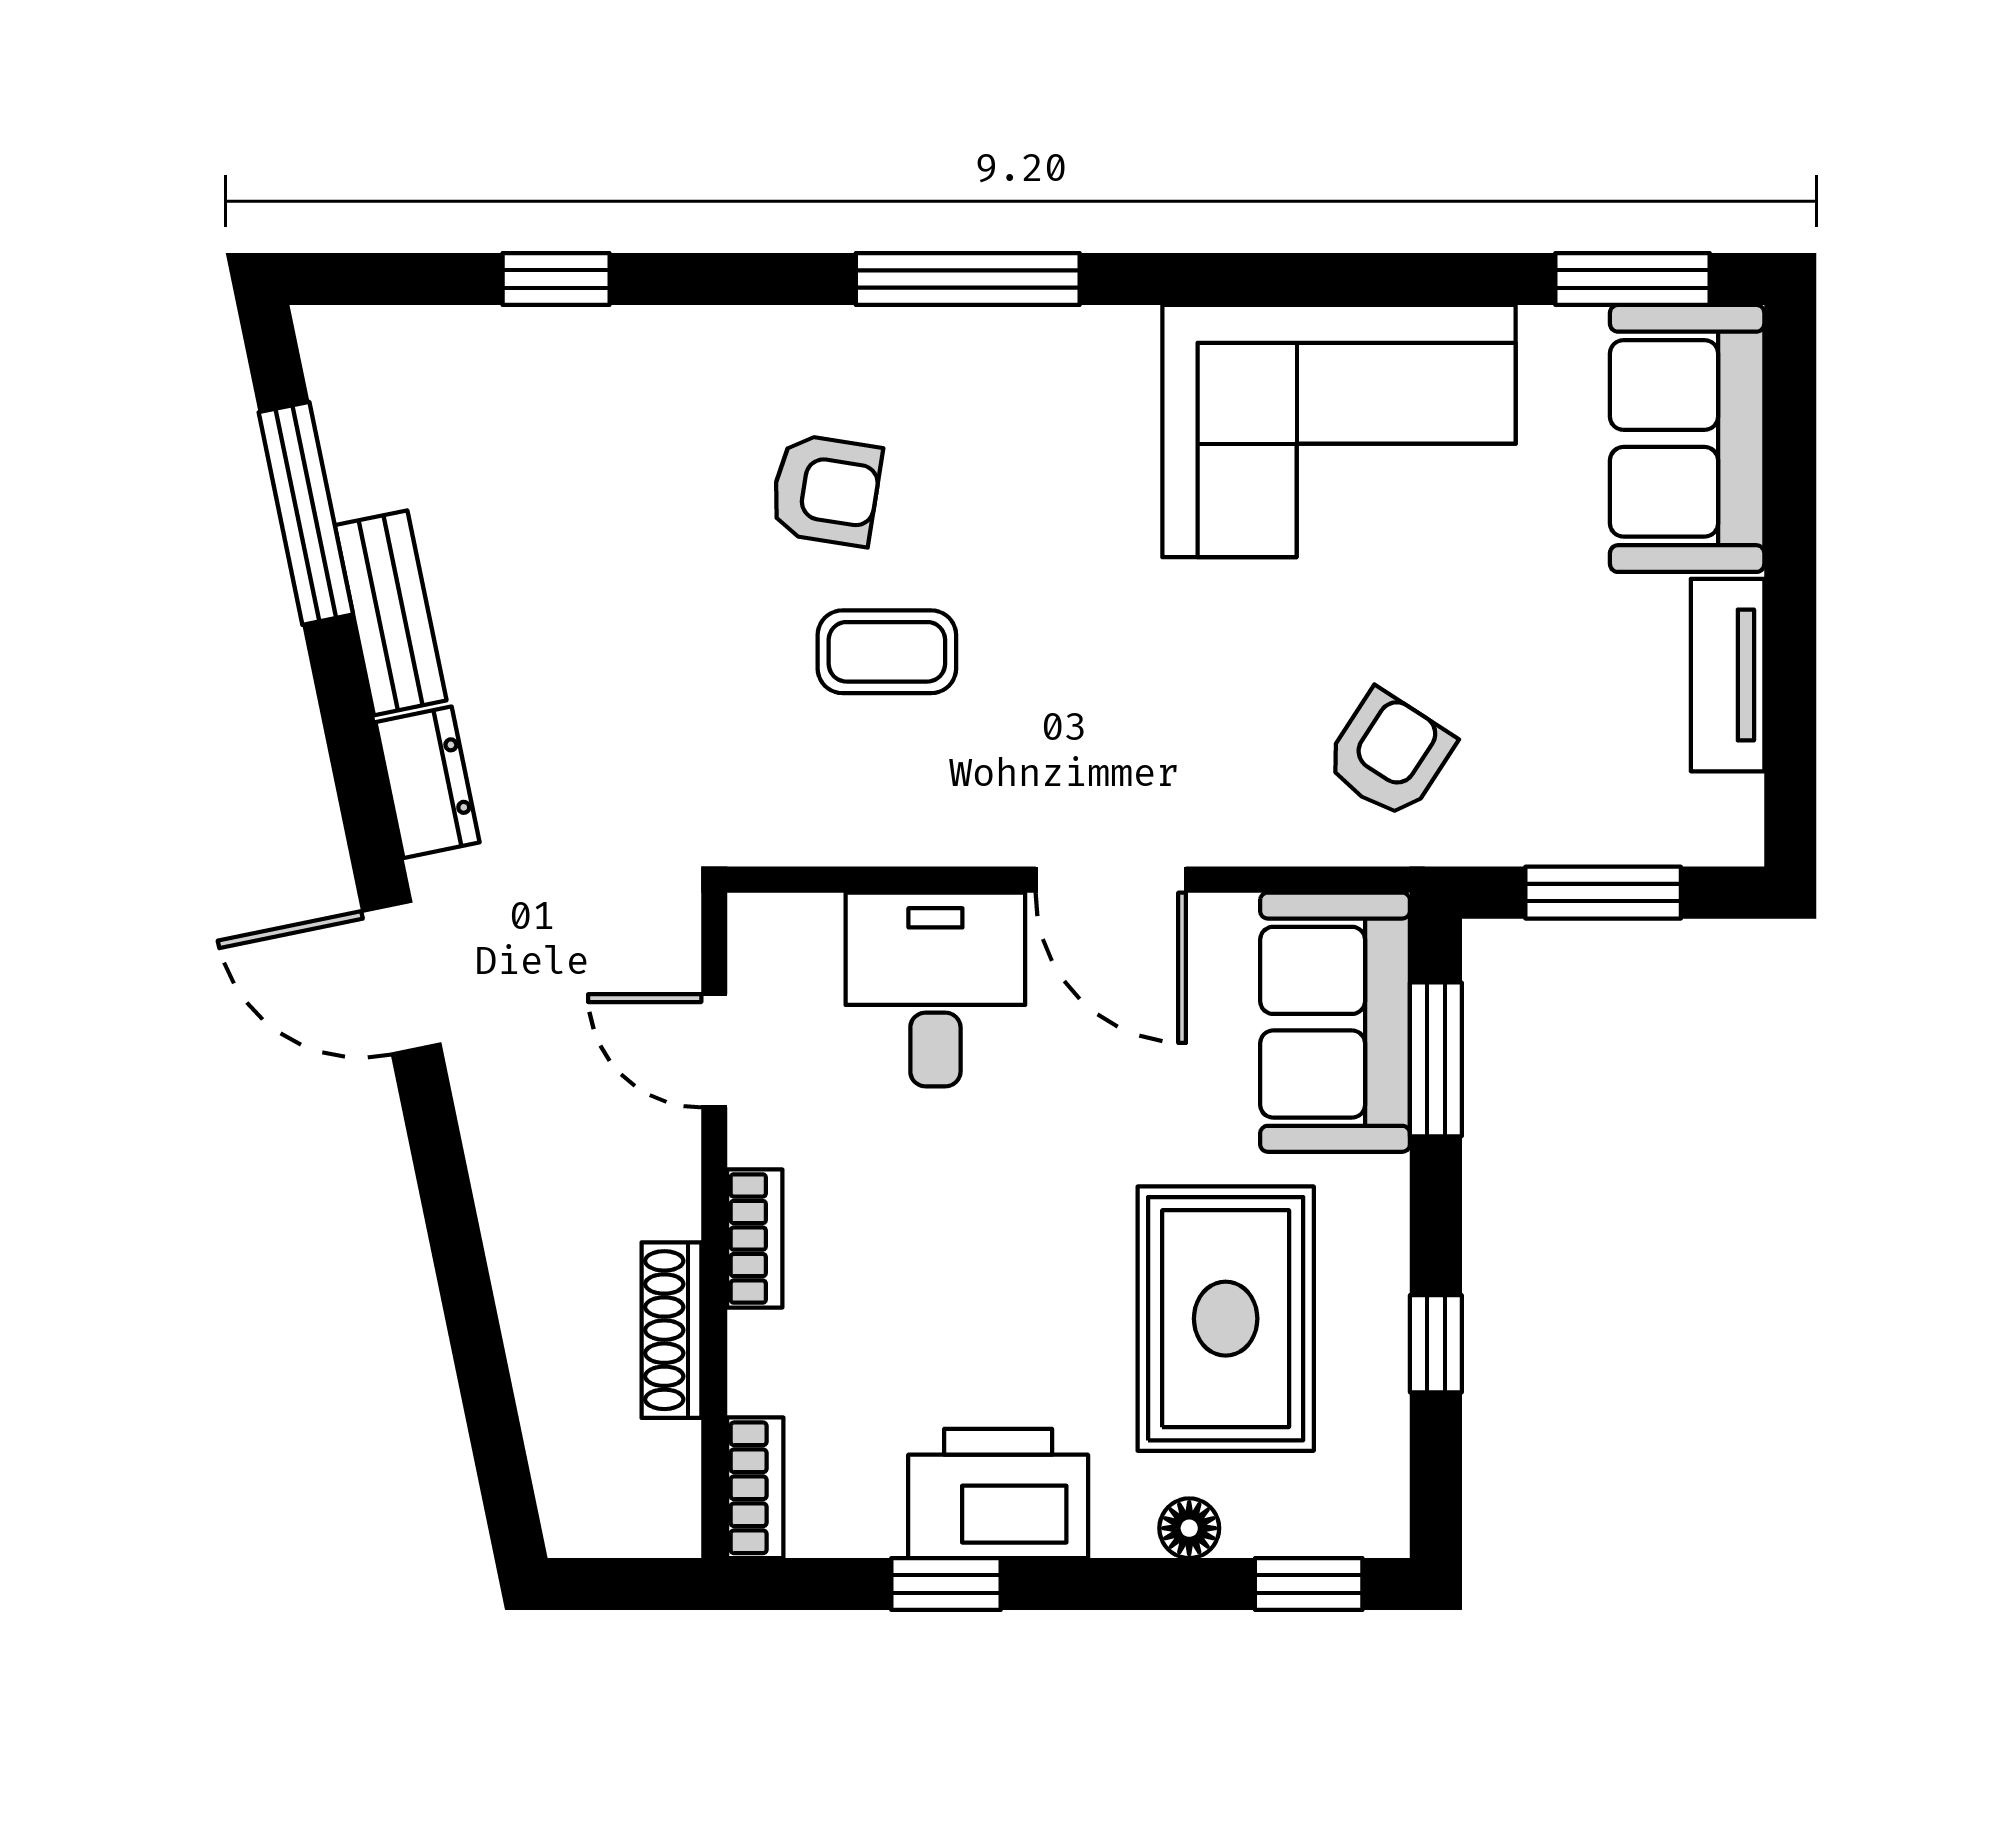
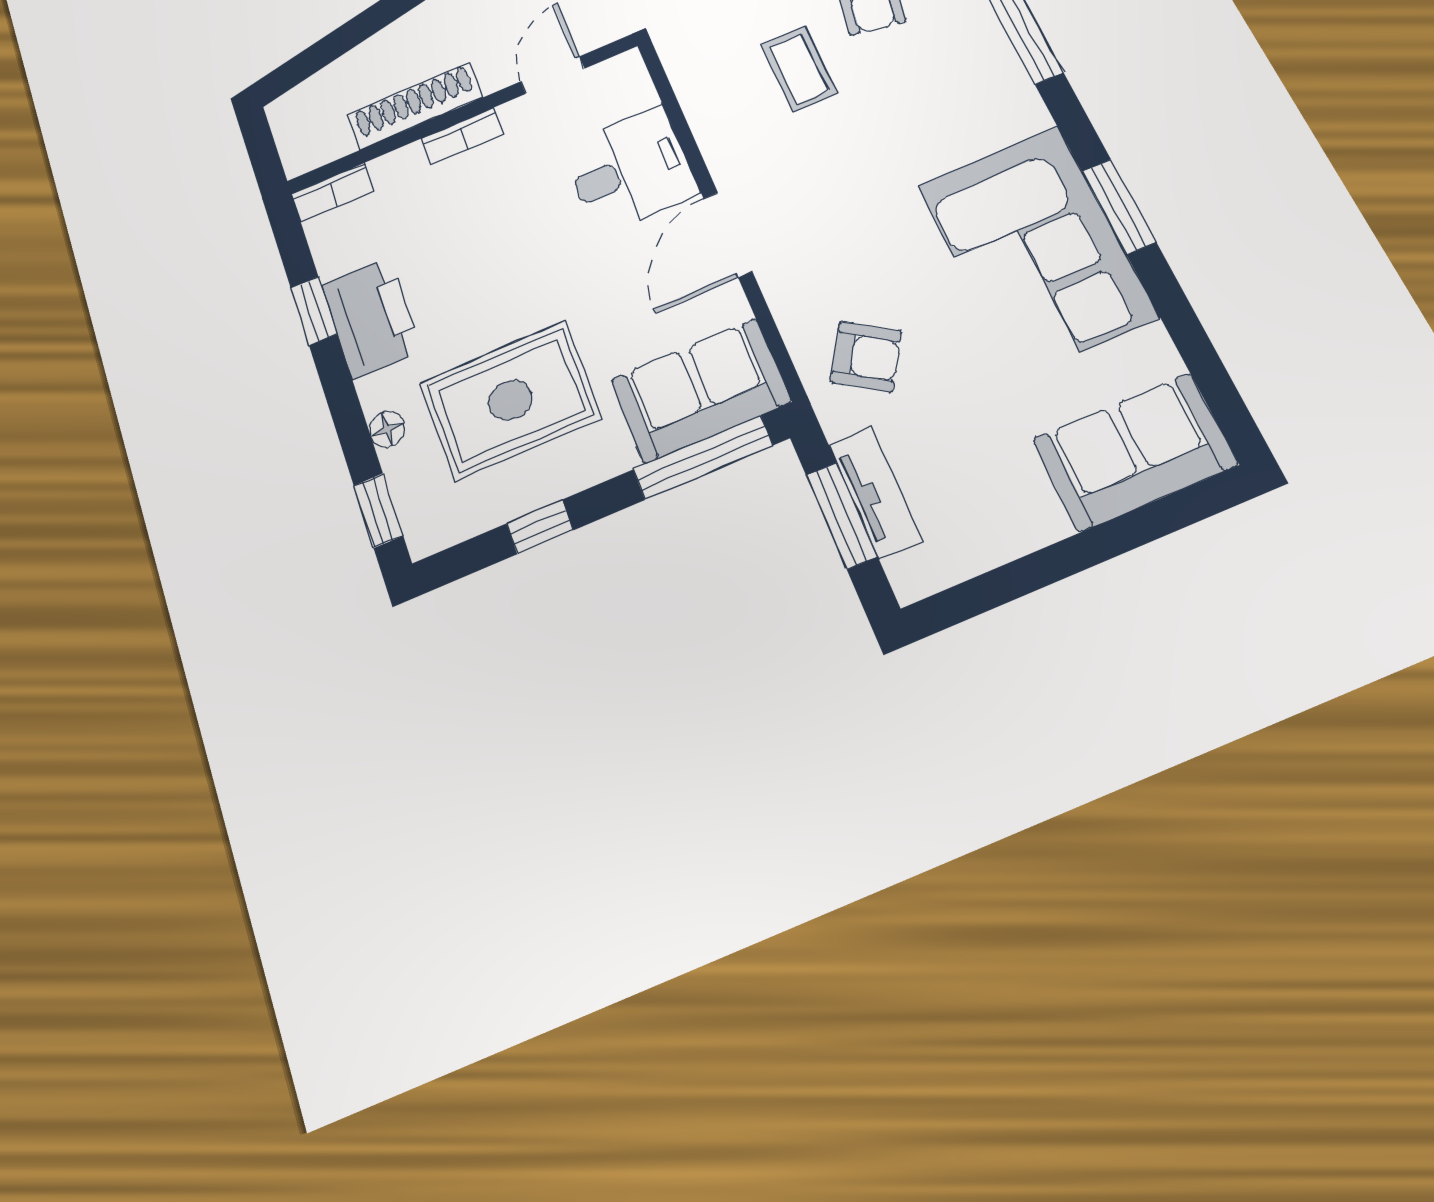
window: (1632, 279) -> (1119, 207), moved
tv unit: (1728, 675) -> (875, 492), moved, turned 90
window: (1436, 1059) -> (703, 457), width x1.44
shoe rack: (671, 1330) -> (415, 106), width x1.36, depth x1.24

